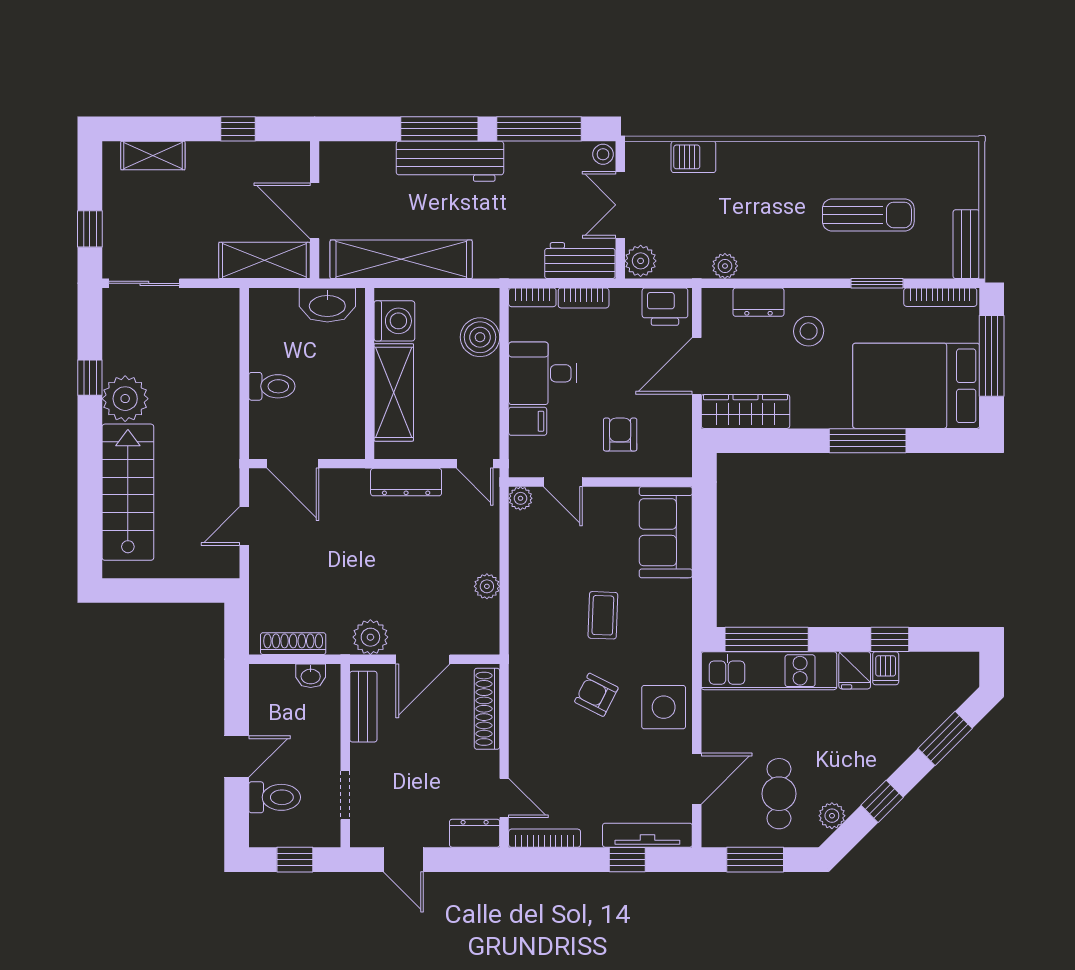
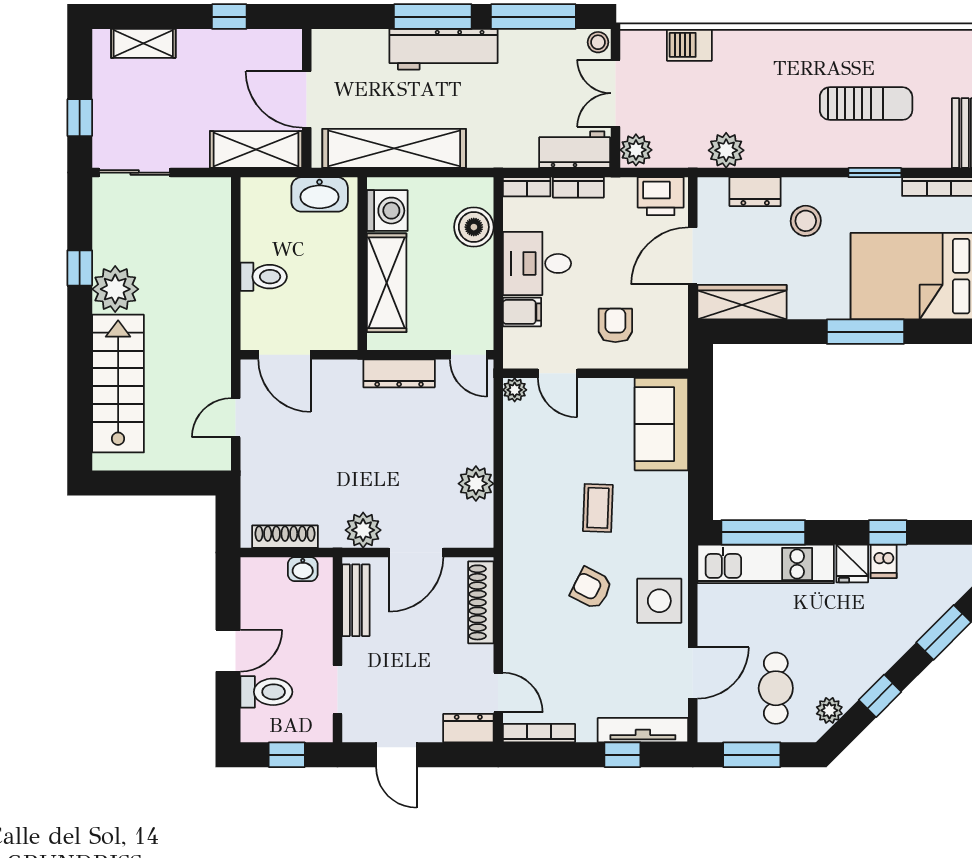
plant: (725, 266) -> (726, 150), width x1.38, depth x1.38
plant: (487, 586) -> (476, 484), width x1.38, depth x1.38

